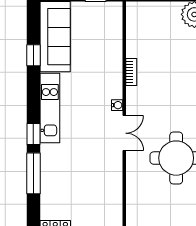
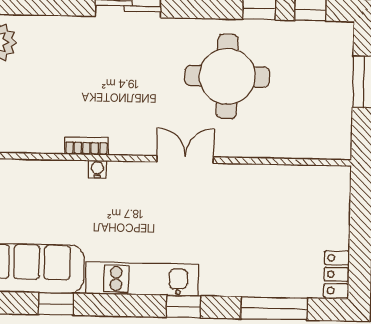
water cooler: (117, 105) -> (98, 169), moved
window: (33, 173) -> (274, 308), moved

